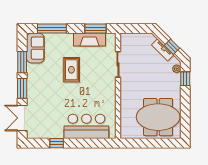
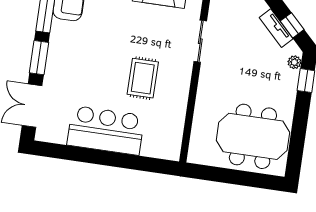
rug: (71, 70) -> (143, 78), moved
bar counter: (86, 126) -> (106, 130), moved
window: (57, 143) -> (82, 155), removed

